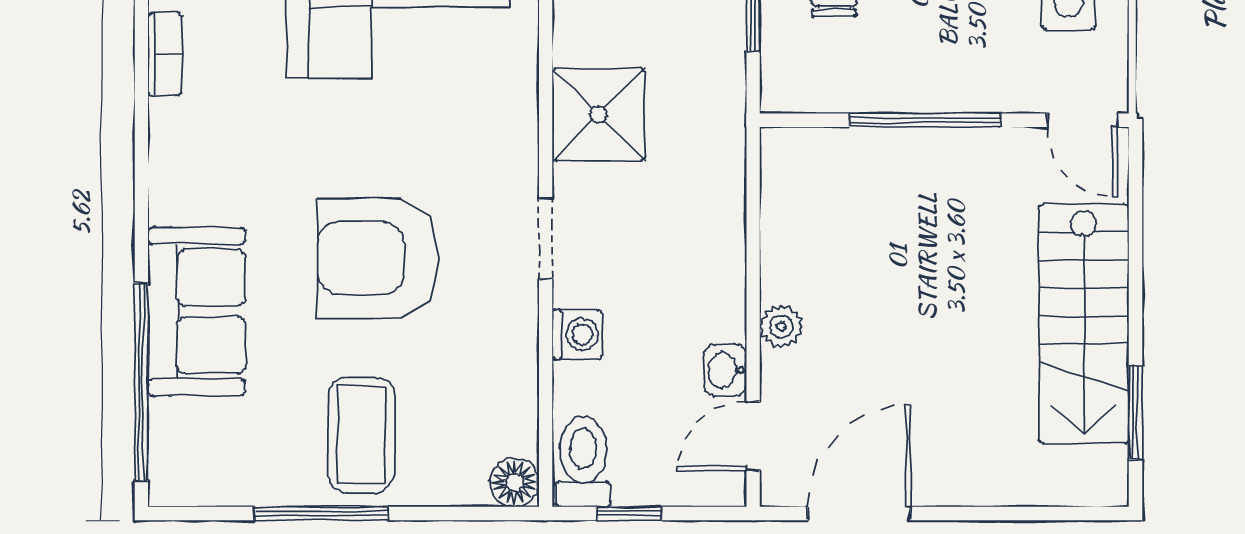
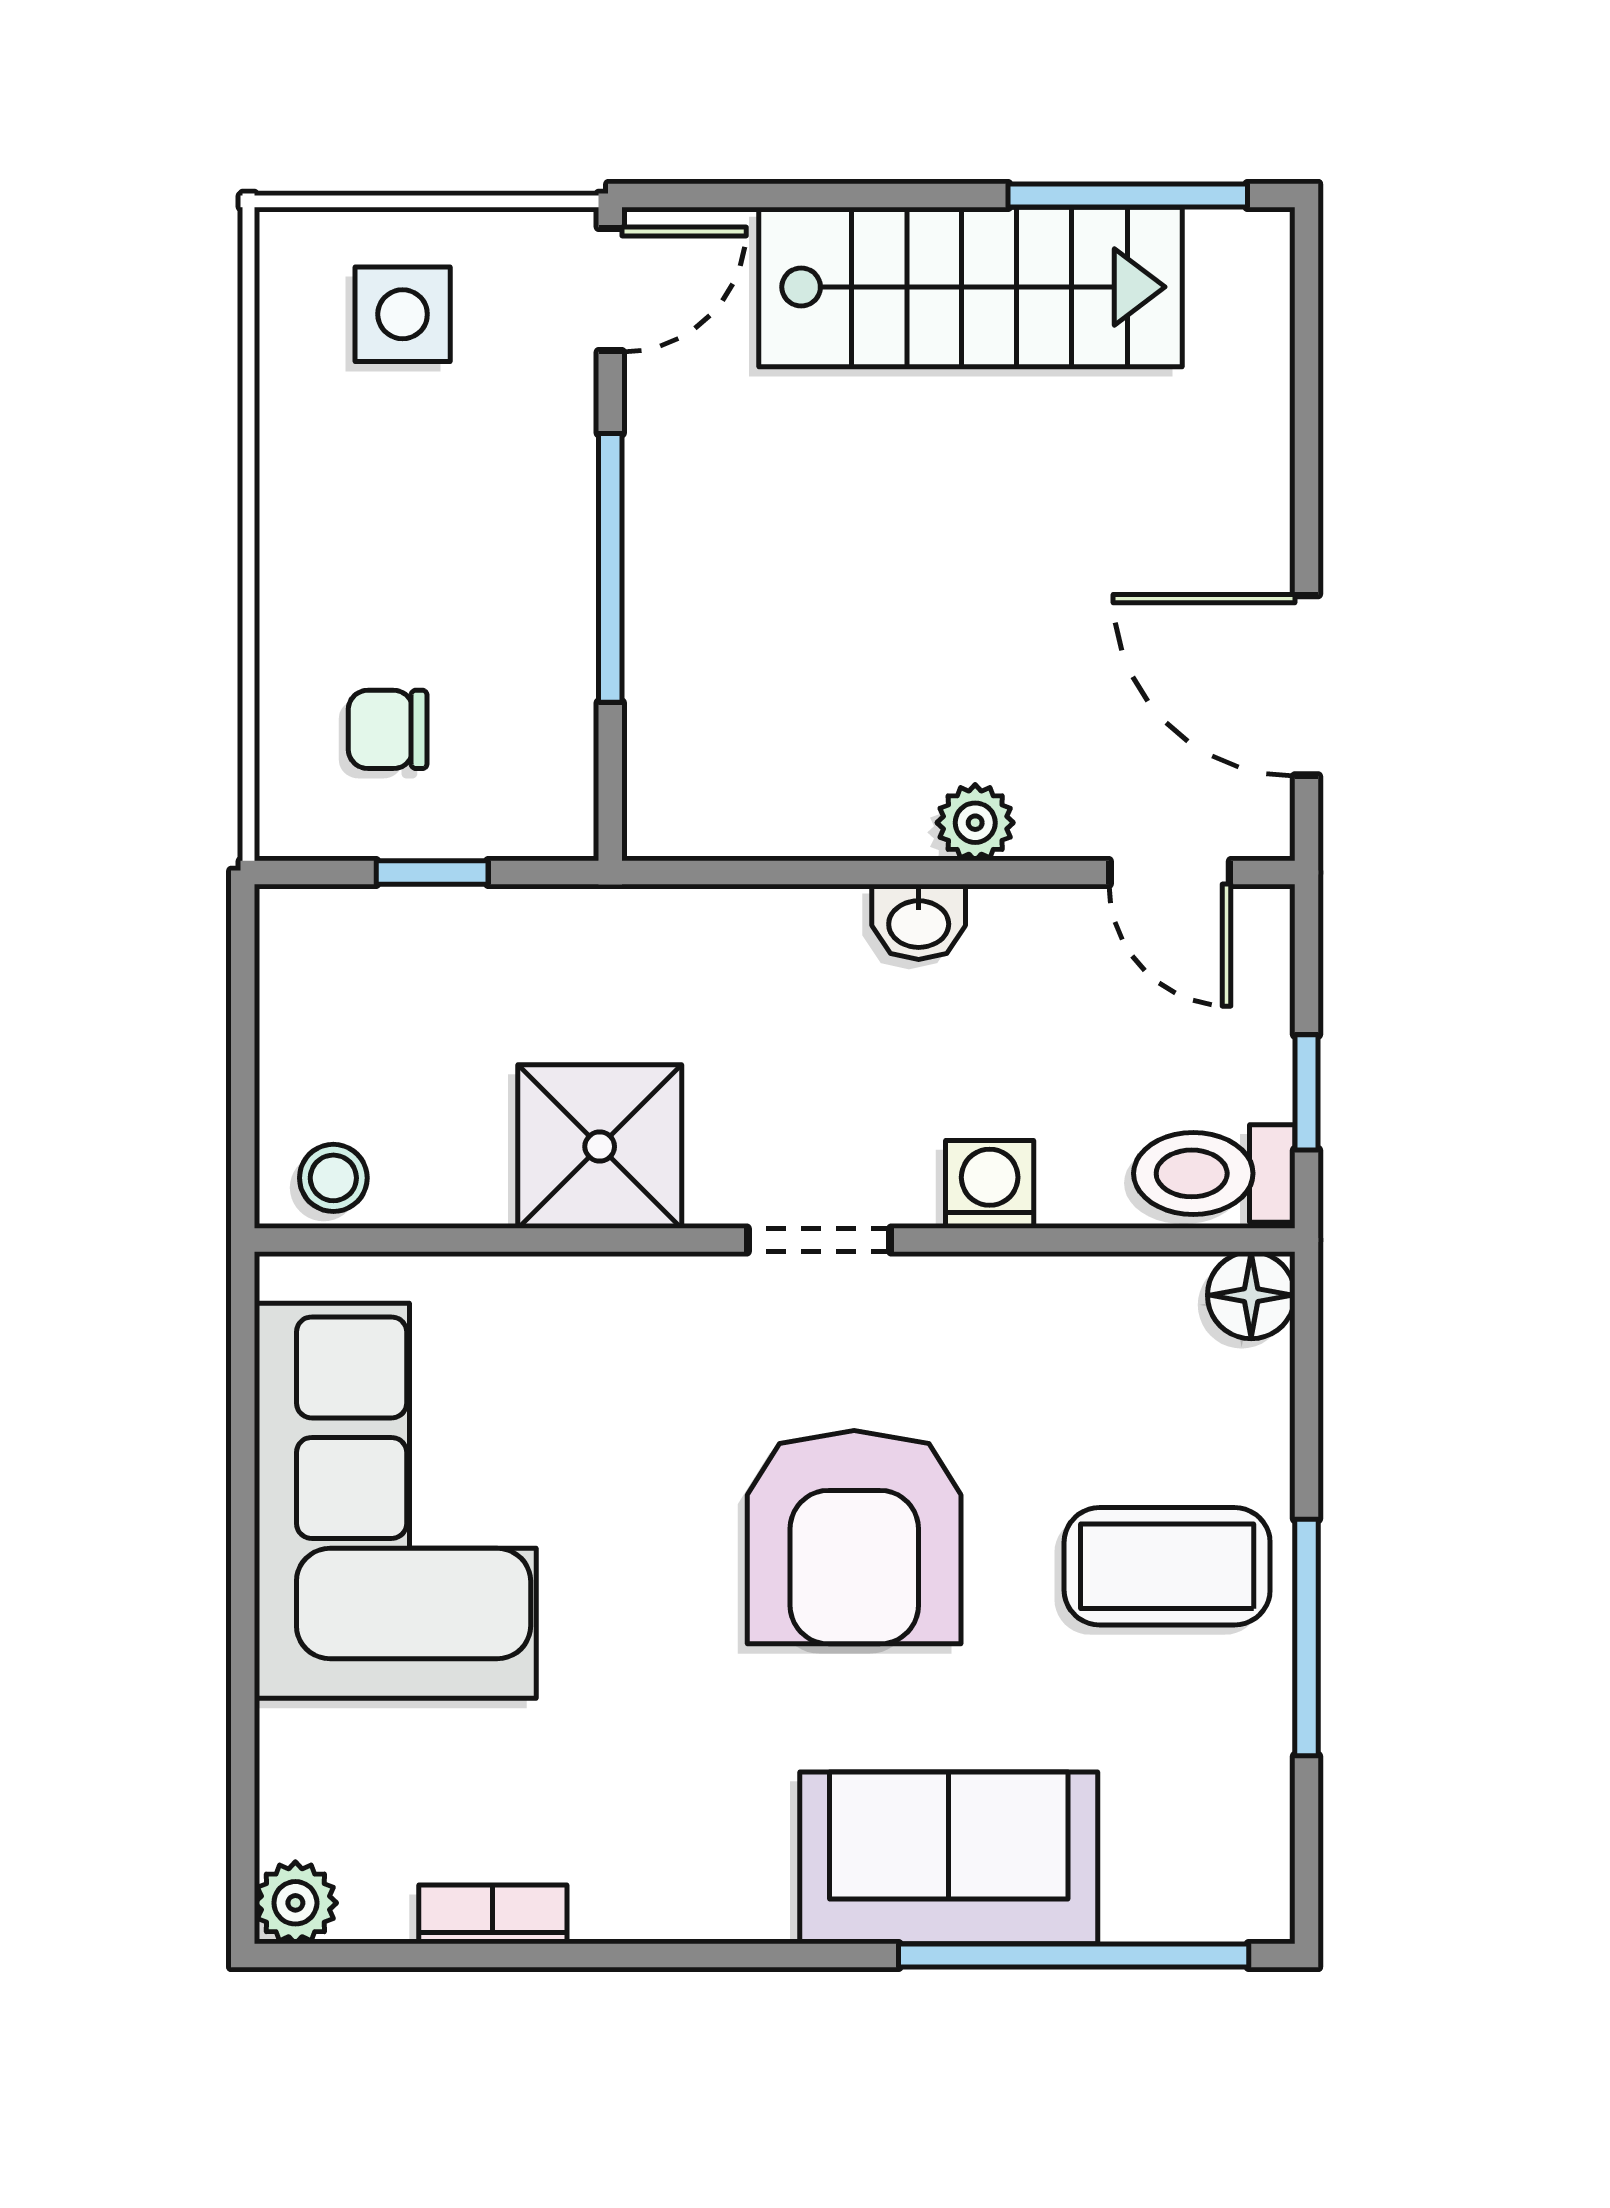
washbasin: (725, 370) -> (919, 922), moved
window: (1136, 413) -> (1128, 196), width x1.44

